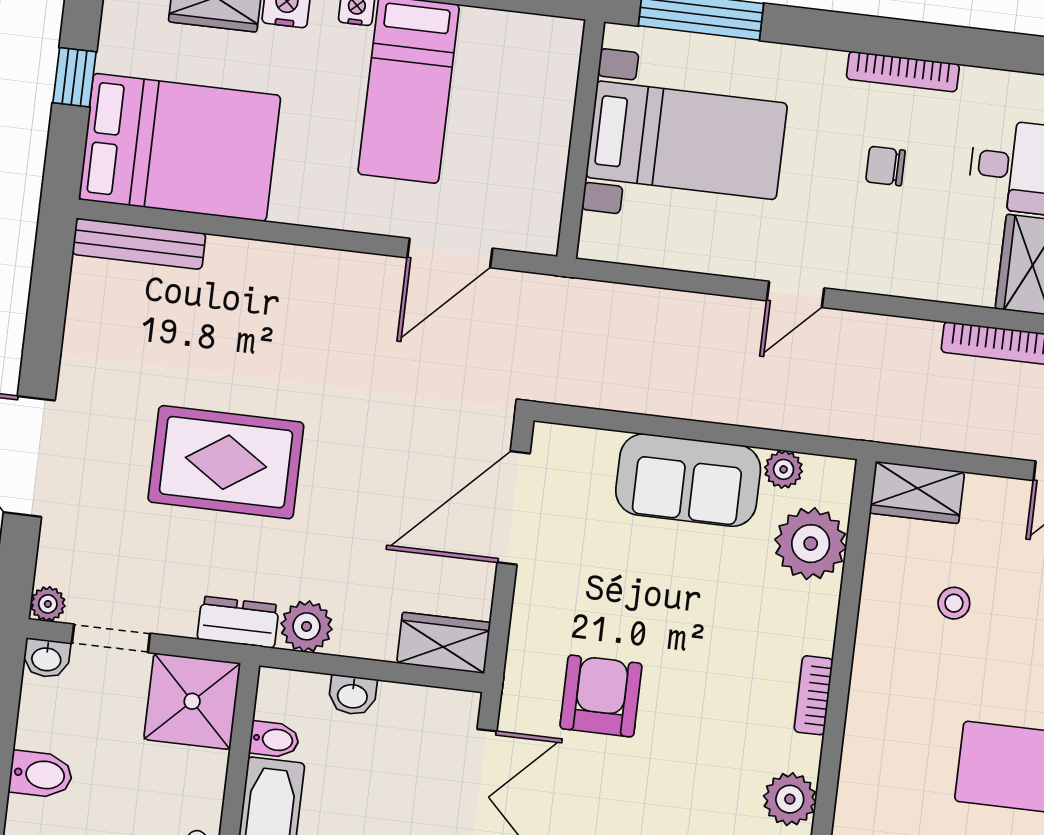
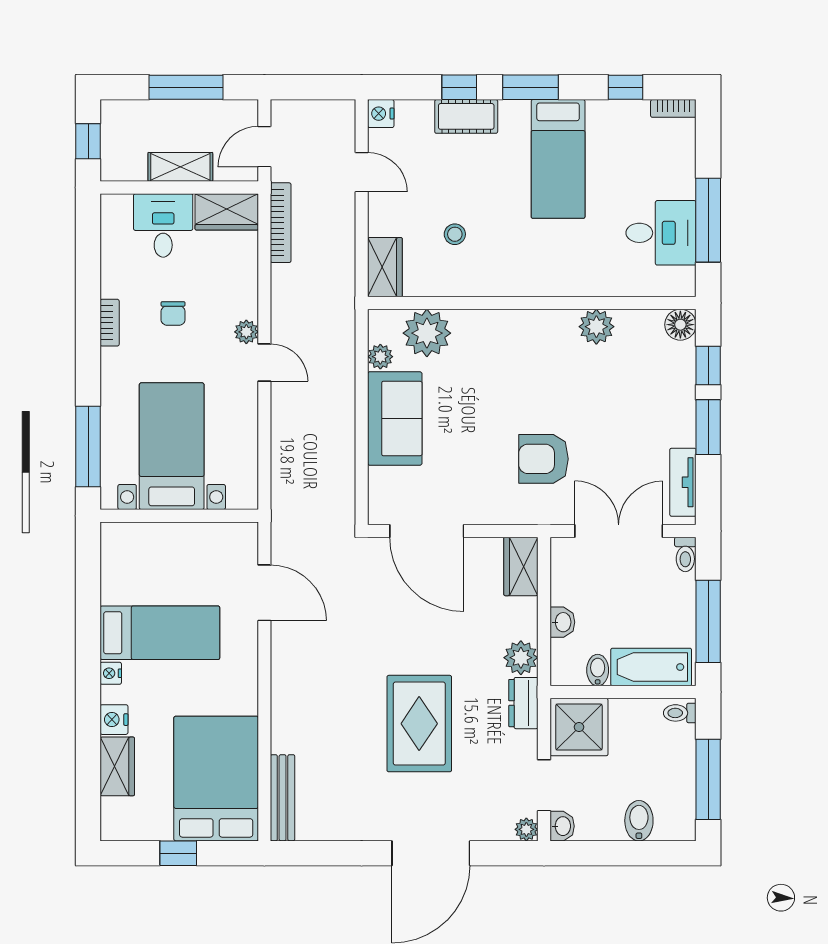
bookcase: (903, 72) -> (110, 323), width x0.64
plant: (845, 273) -> (246, 332), added
bookcase: (814, 695) -> (526, 319), removed

